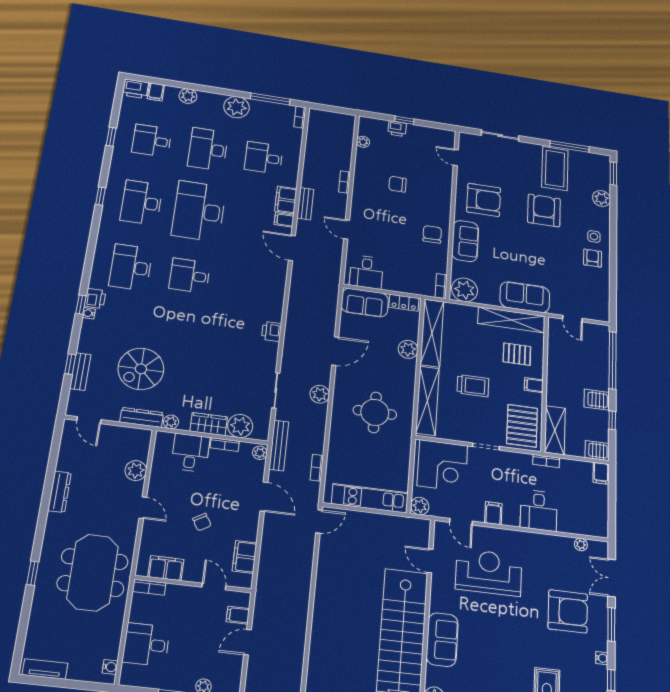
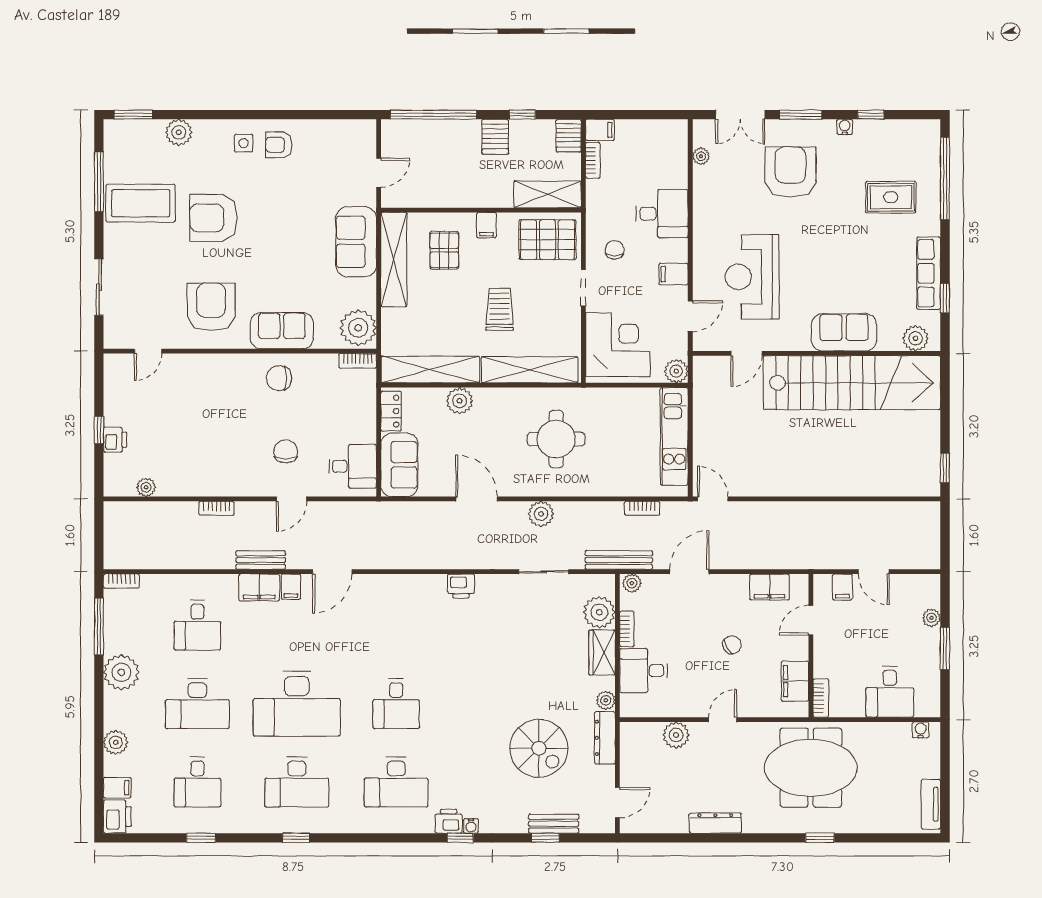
chair: (397, 184) -> (286, 451), moved, turned 180
bookcase: (546, 461) -> (593, 160), moved
chair: (513, 472) -> (615, 250), added

